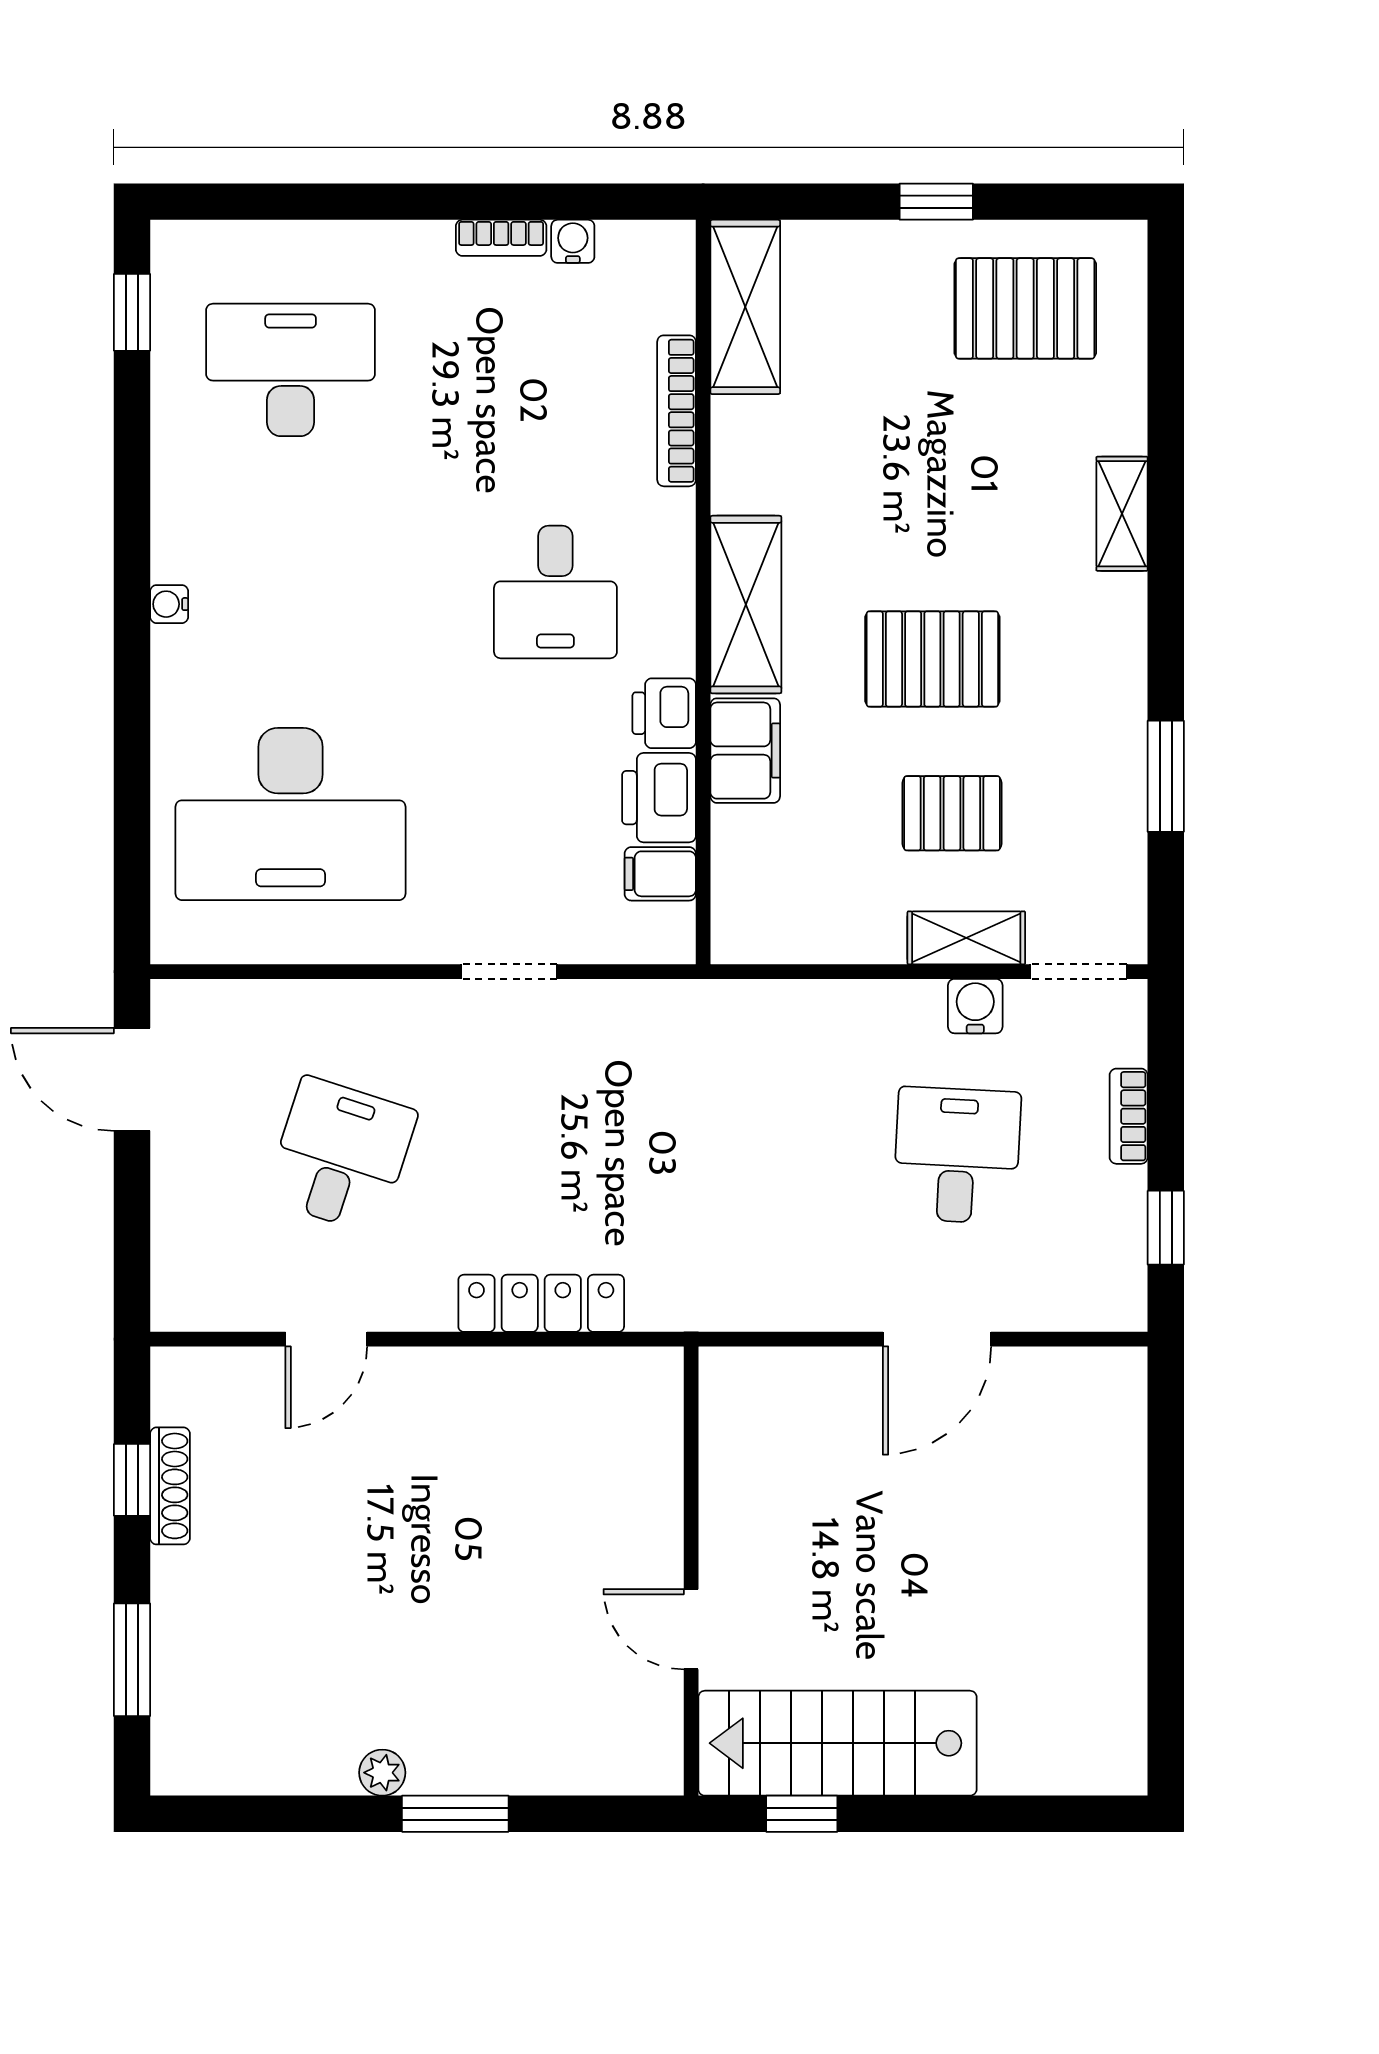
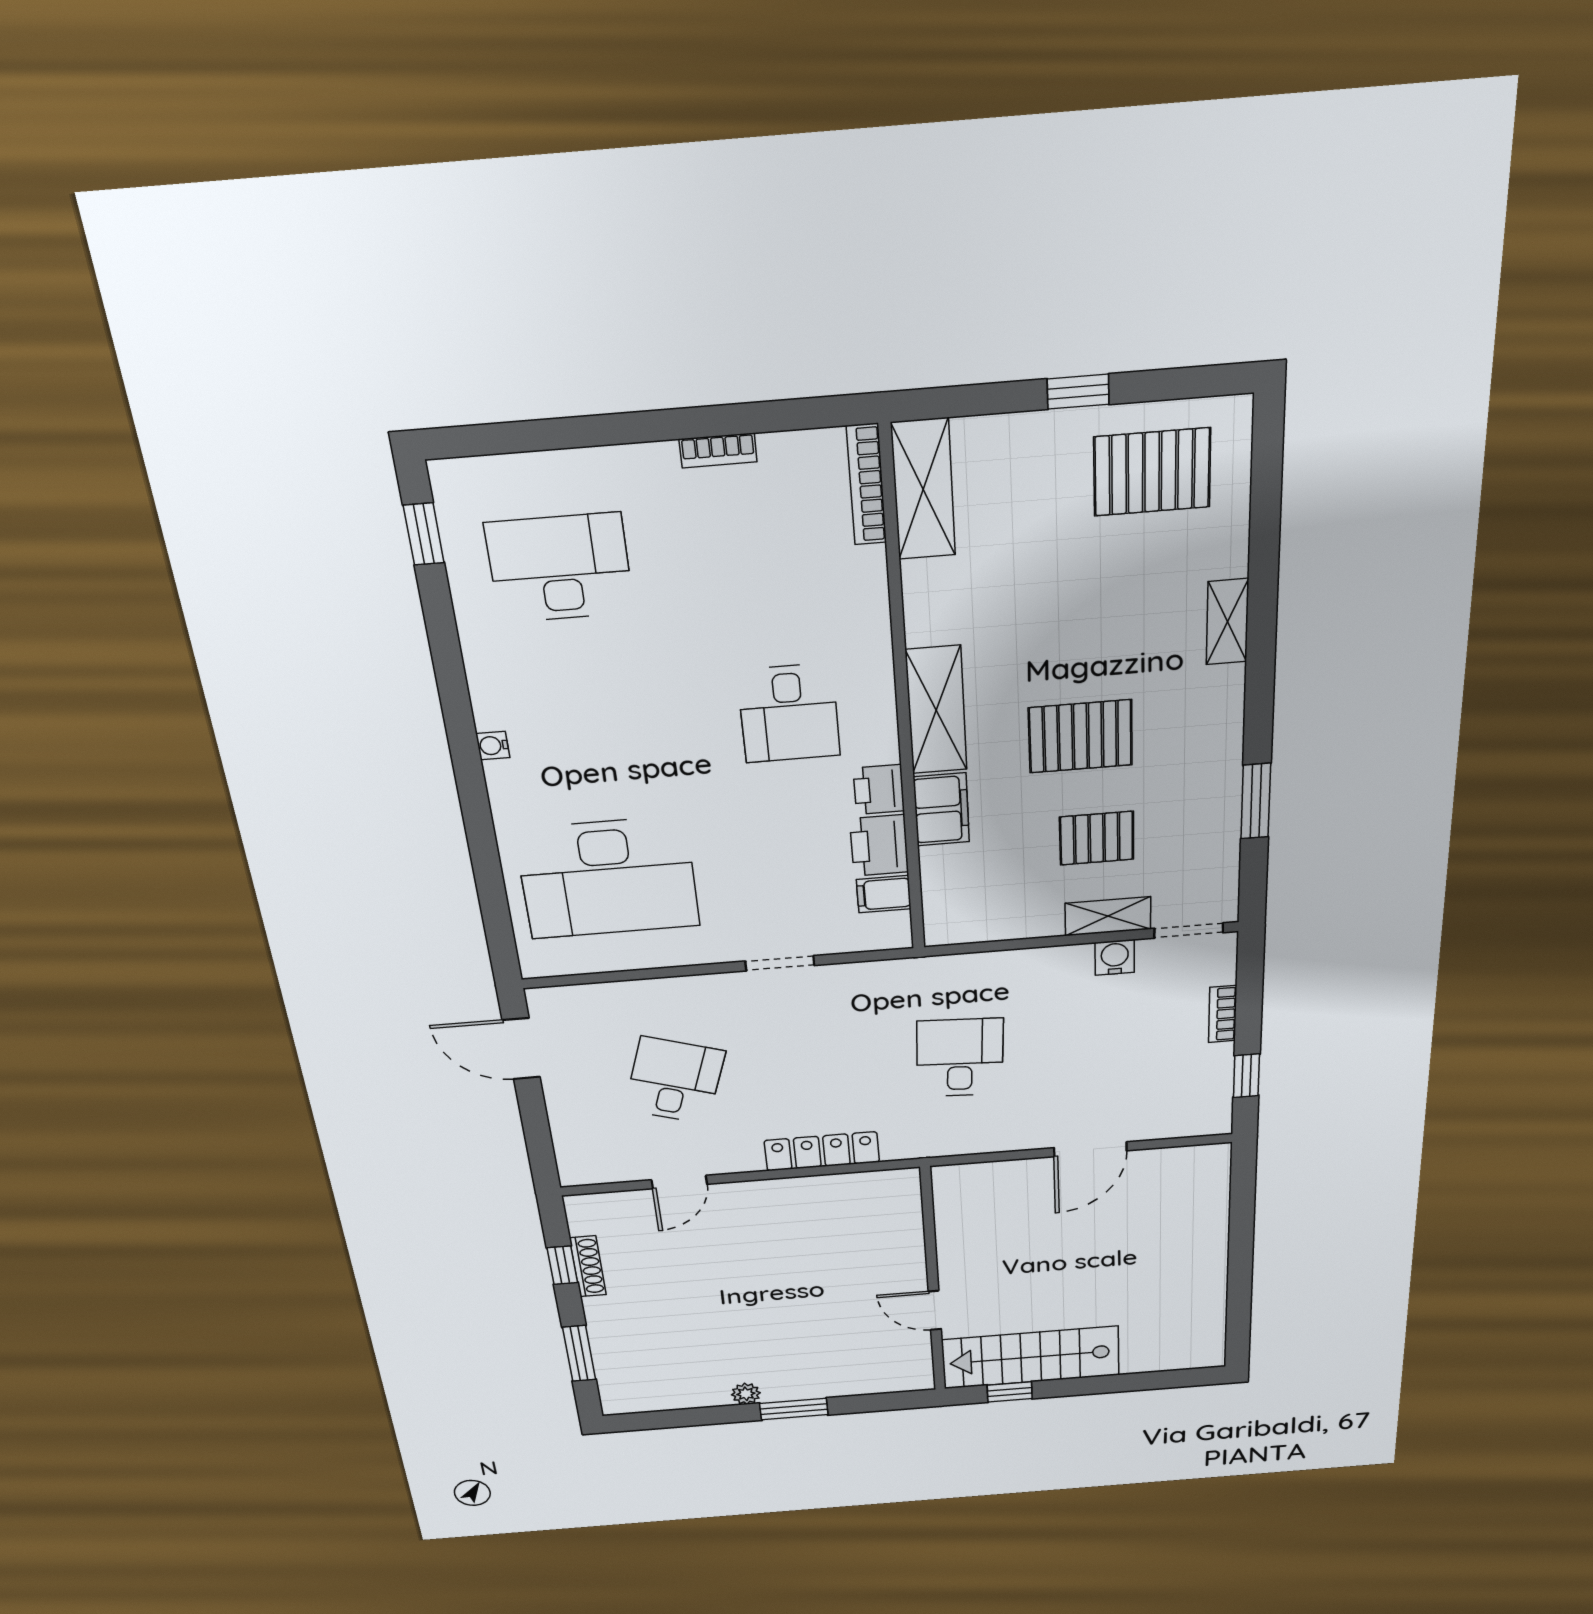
water cooler: (573, 241) -> (778, 449), removed
bookcase: (677, 411) -> (867, 485), moved
desk: (957, 1155) -> (960, 1058), moved

